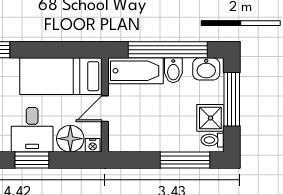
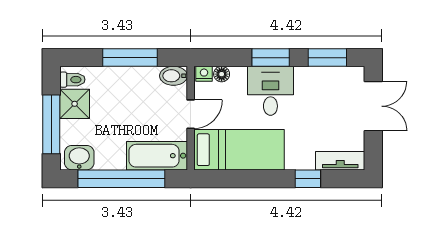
bidet: (173, 70) -> (174, 76), moved, turned -90
floor lamp: (70, 139) -> (222, 74), width x0.53, depth x0.53
window: (185, 160) -> (130, 58), moved

